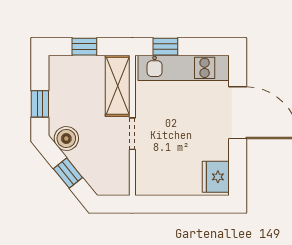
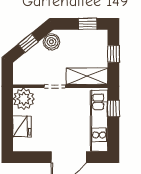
window: (40, 104) -> (88, 24), moved
fridge: (216, 177) -> (22, 126), moved, turned 90
plant: (151, 180) -> (24, 99), added

